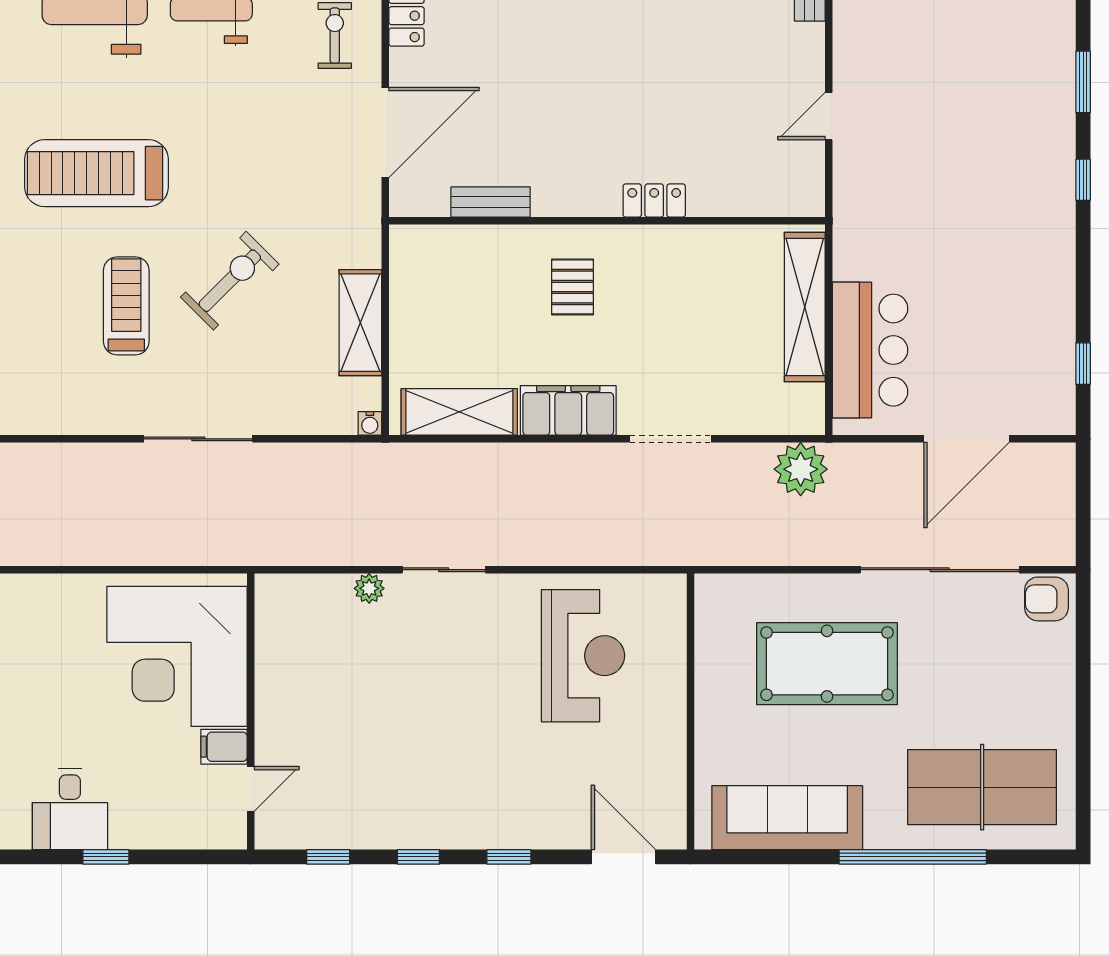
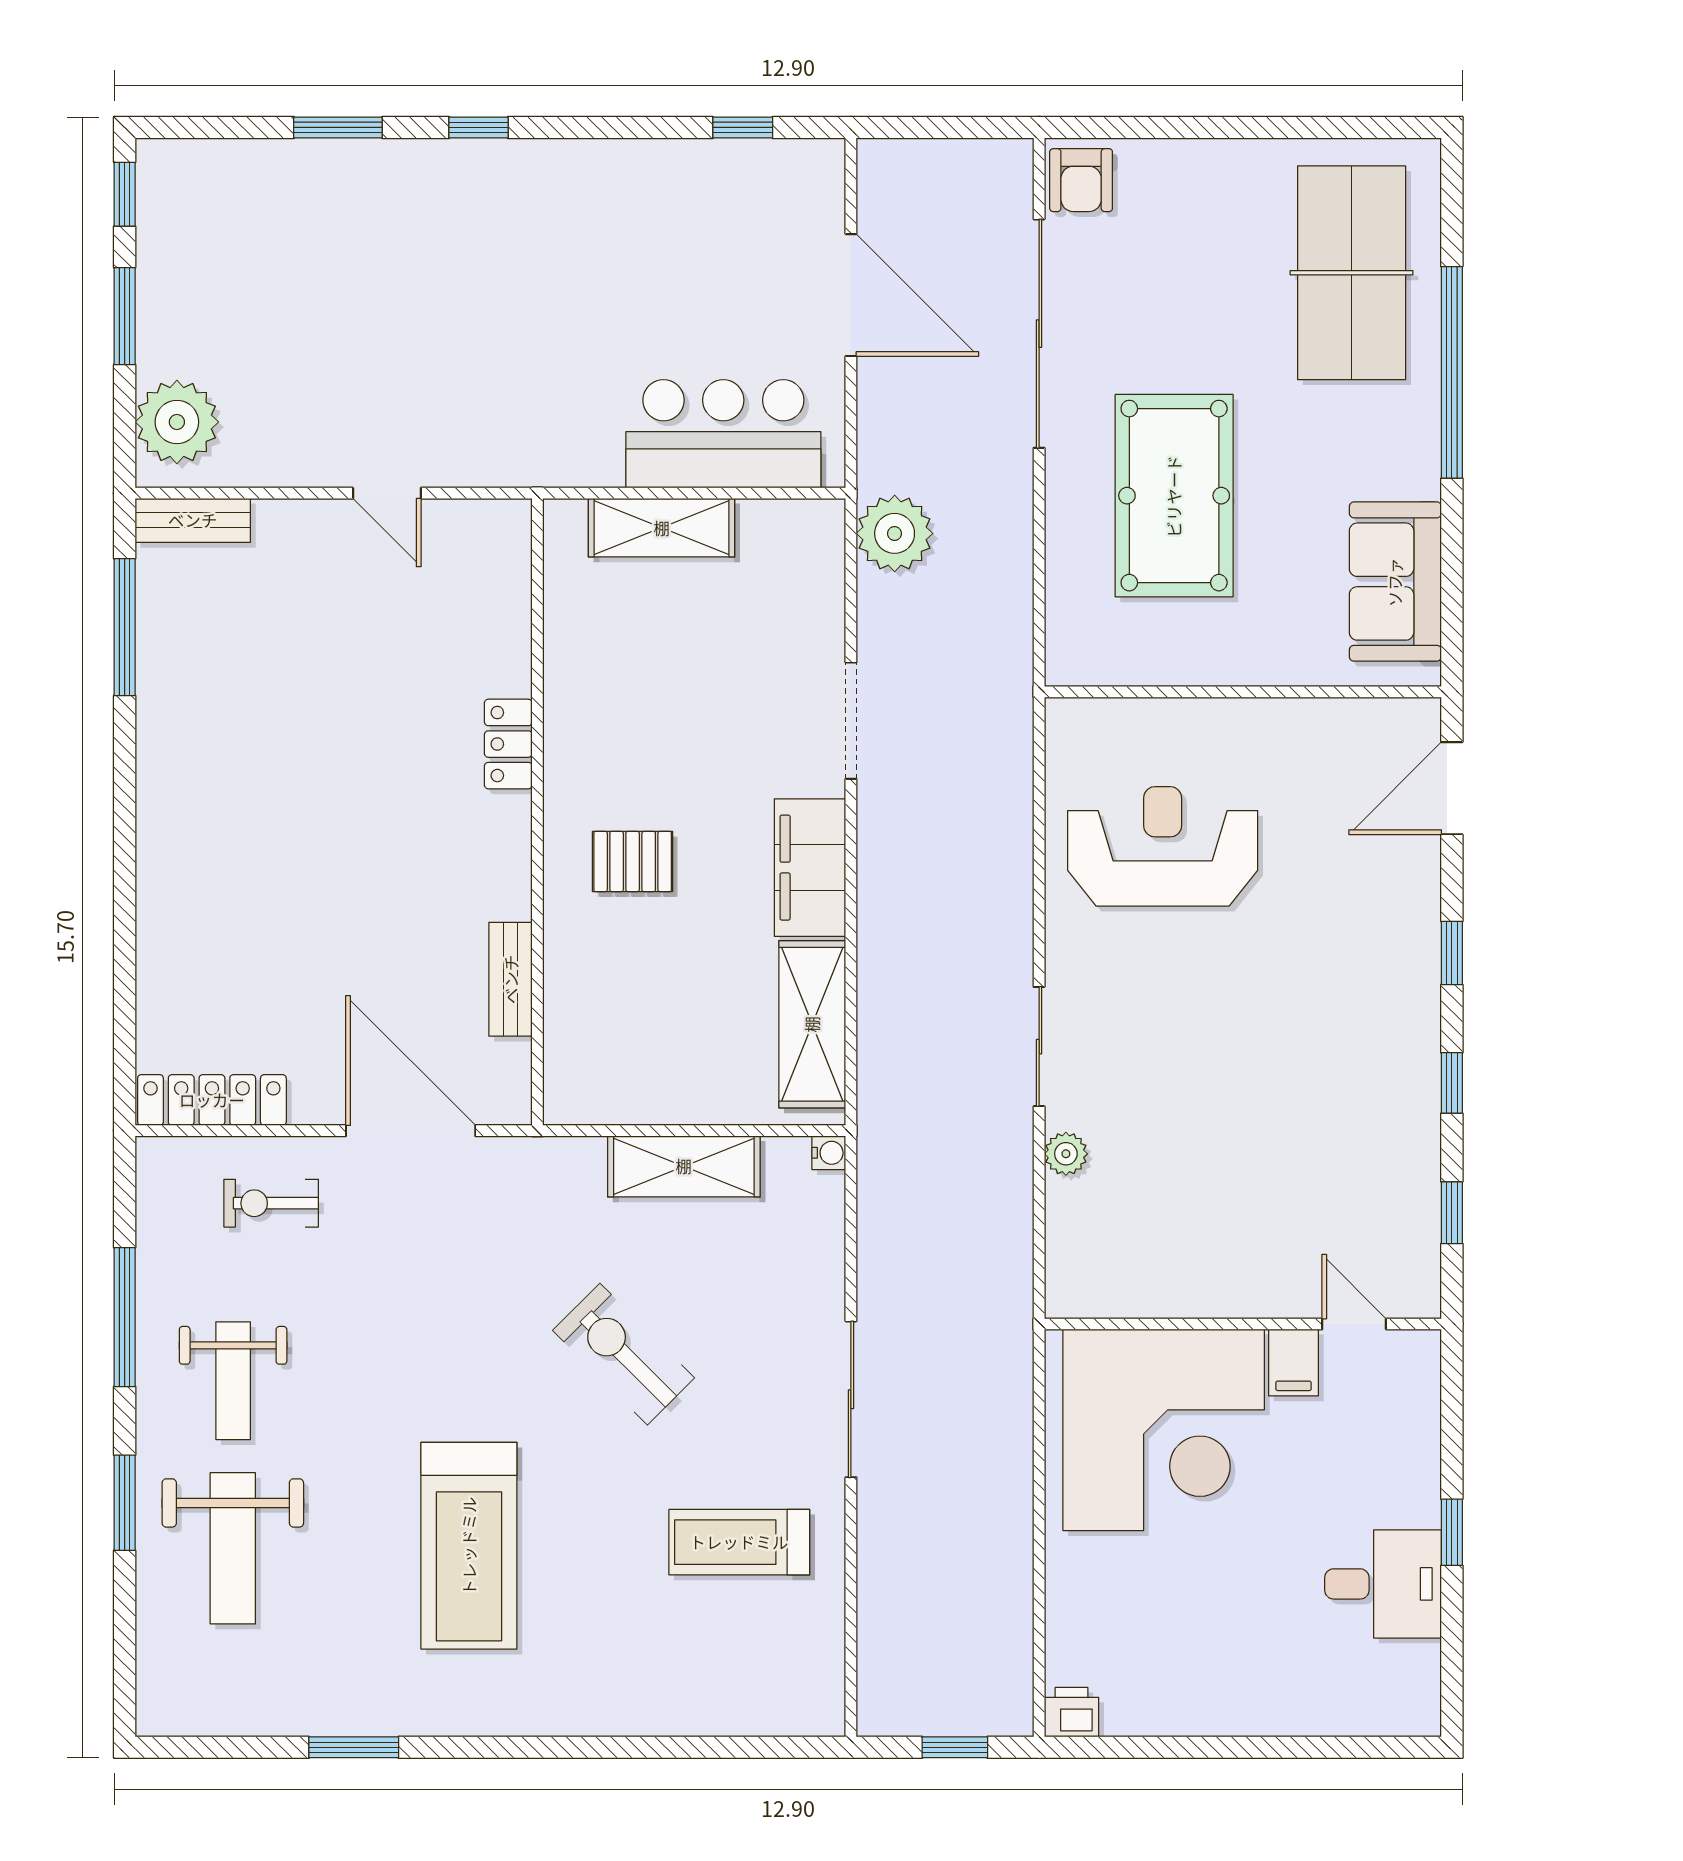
treadmill: (126, 306) -> (739, 1542), moved
shelving: (805, 307) -> (662, 528), width x0.68
sofa: (787, 818) -> (1395, 582), width x0.73

